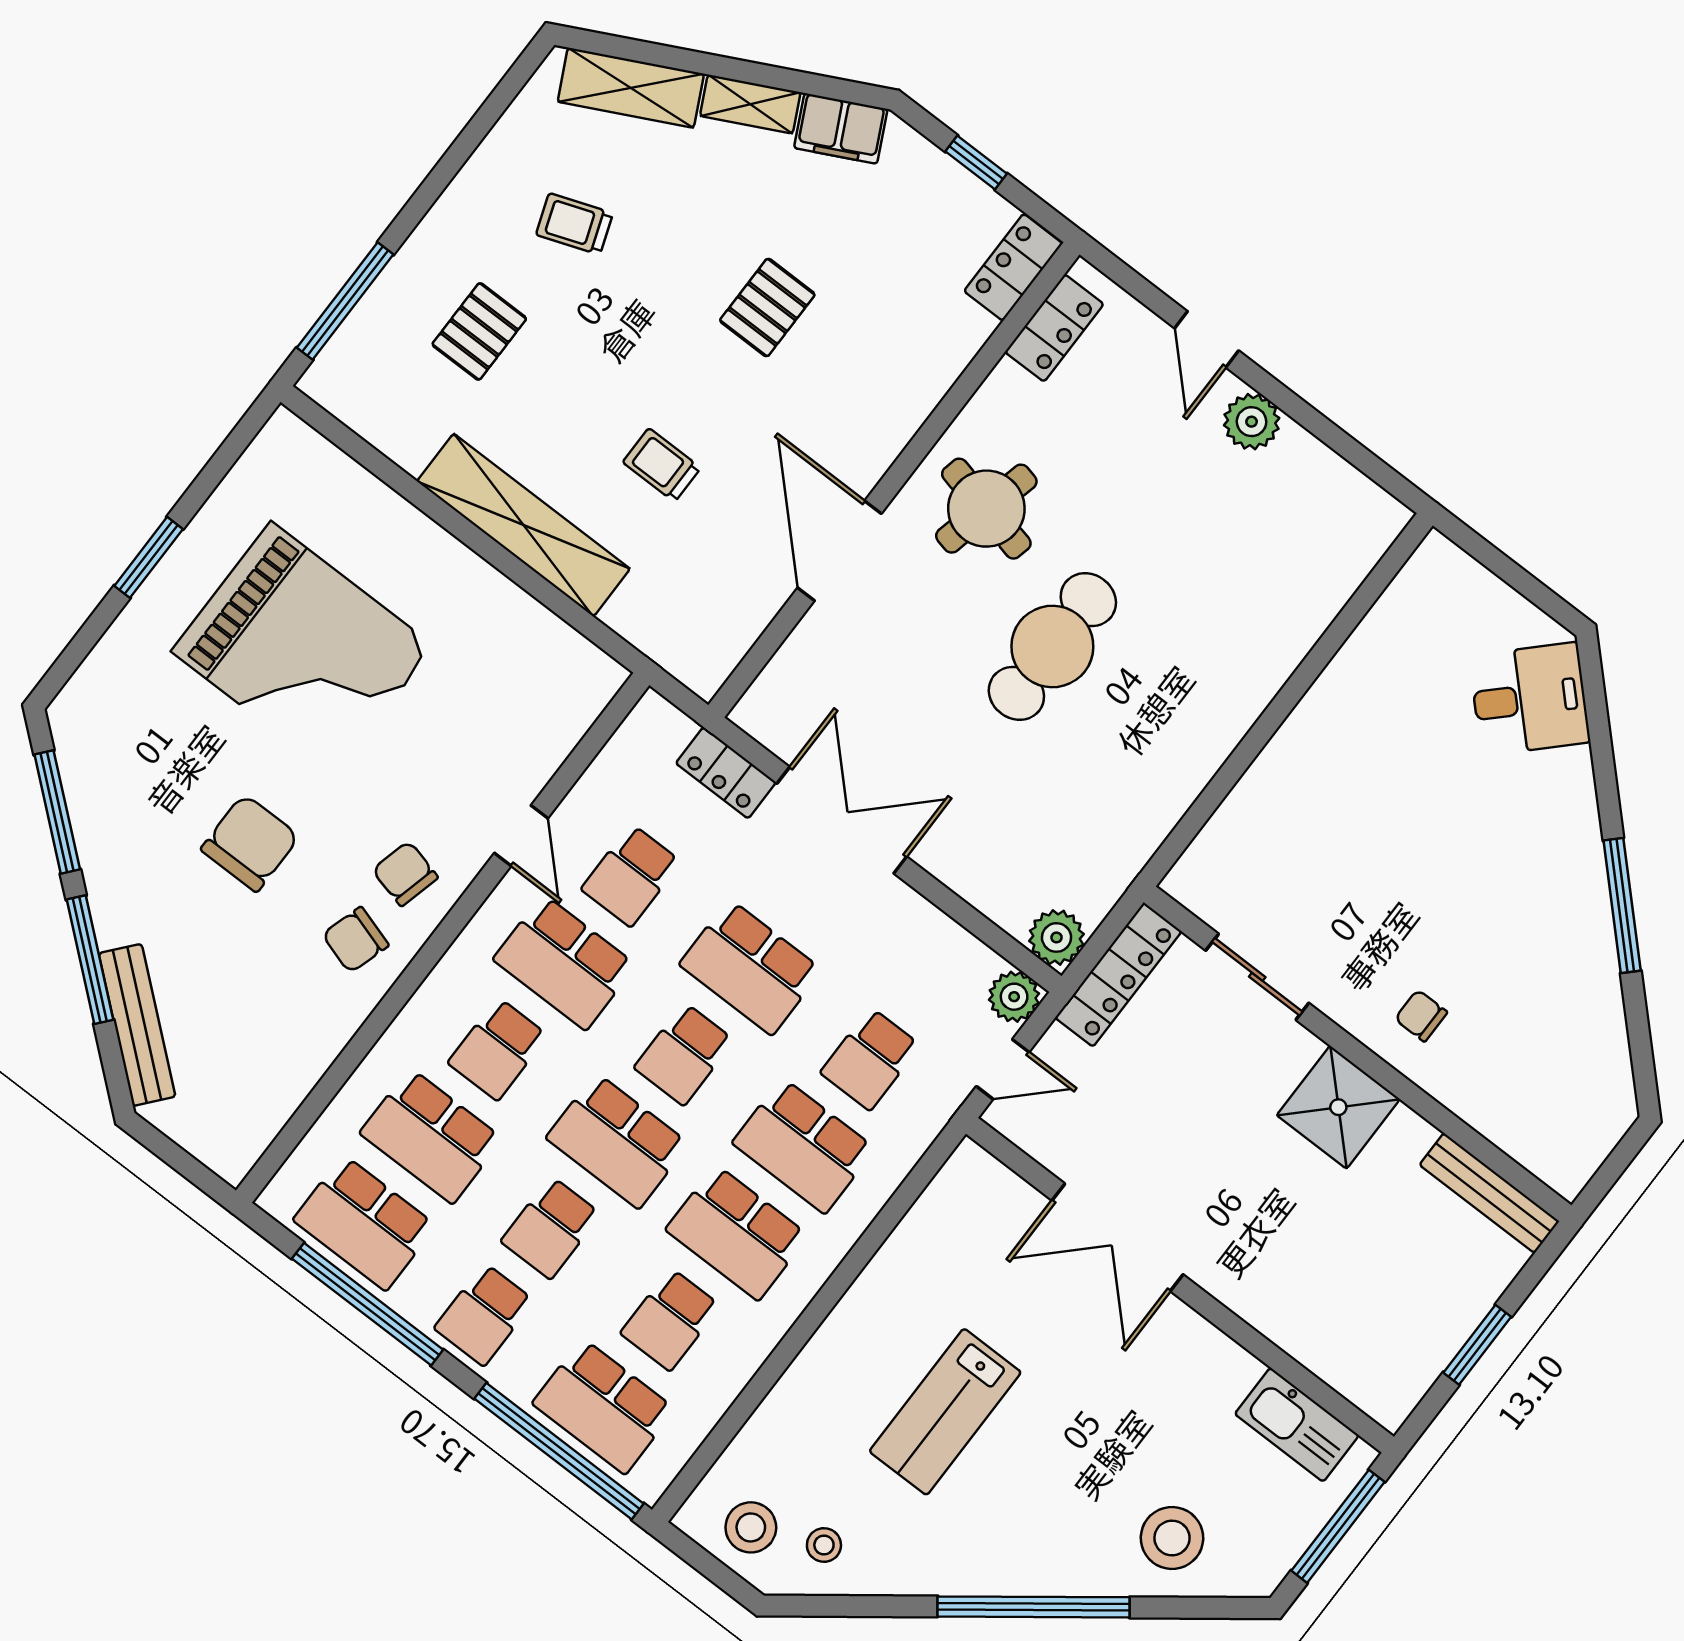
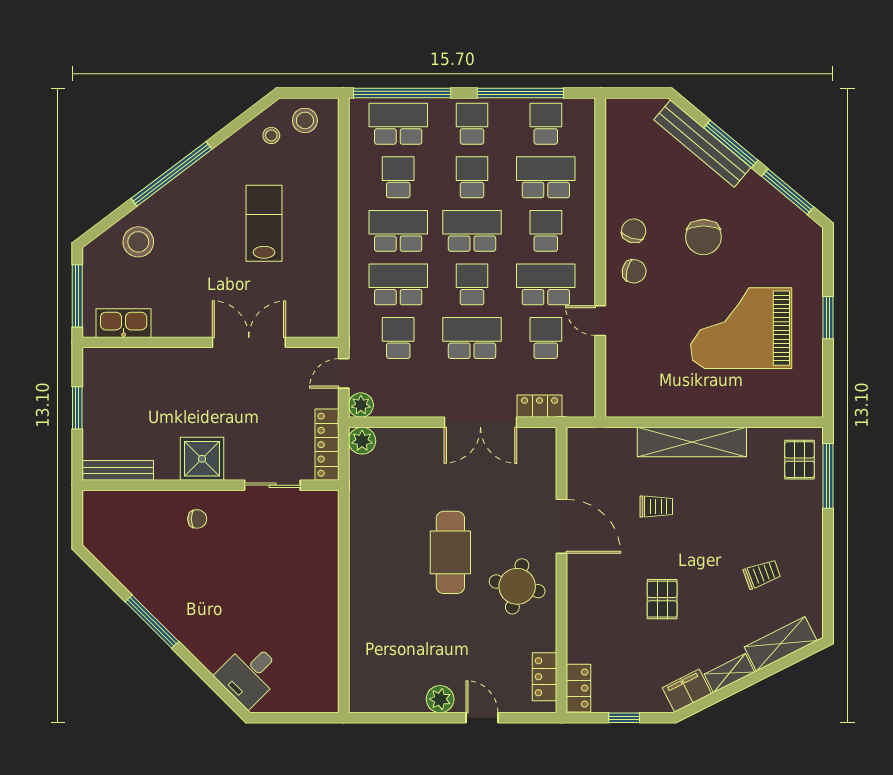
pallet: (479, 331) -> (800, 460), moved
bench: (137, 1025) -> (702, 144), width x1.37, depth x1.21
school desk: (365, 1223) -> (546, 124), width x0.54

